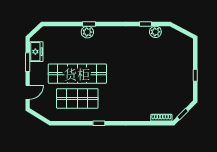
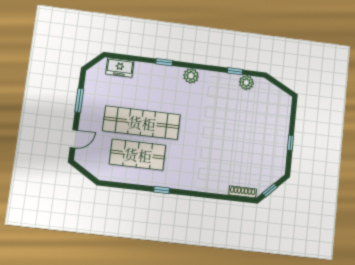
plant: (87, 32) -> (191, 76), moved
freezer: (36, 52) -> (120, 67), moved, turned 90

